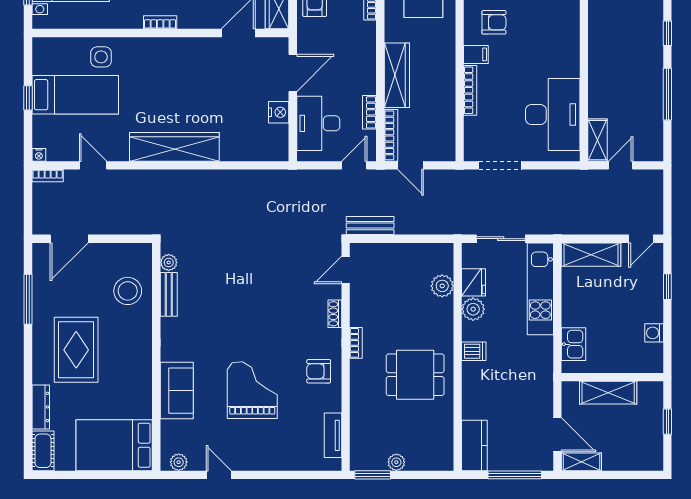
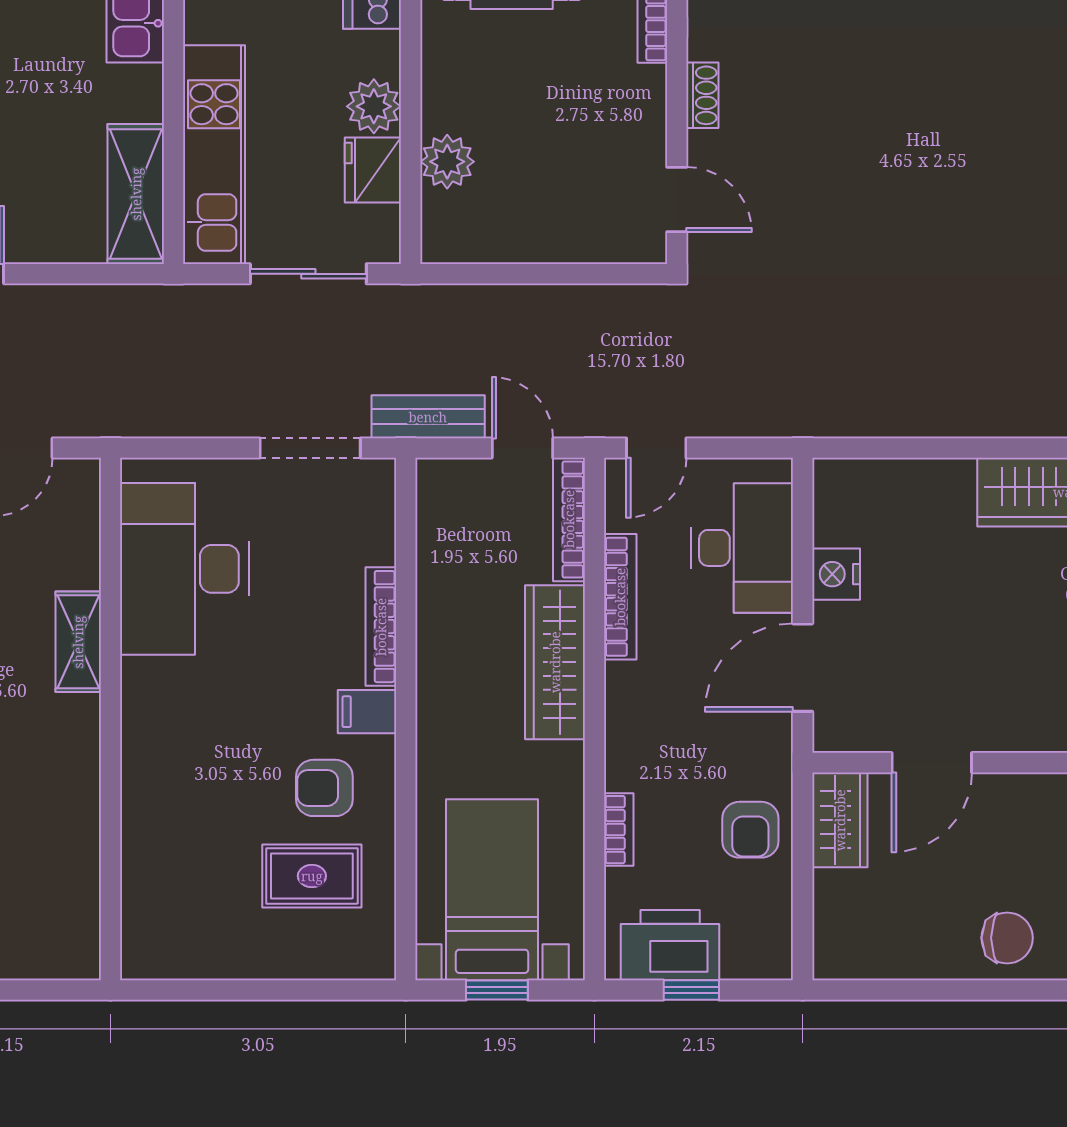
bookcase: (369, 112) -> (620, 597), width x1.56
shelving: (597, 140) -> (78, 642), moved
bench: (370, 226) -> (428, 417), moved
shelving: (591, 255) -> (136, 194), moved, turned 90
door: (346, 270) -> (677, 200), hinge flipped

